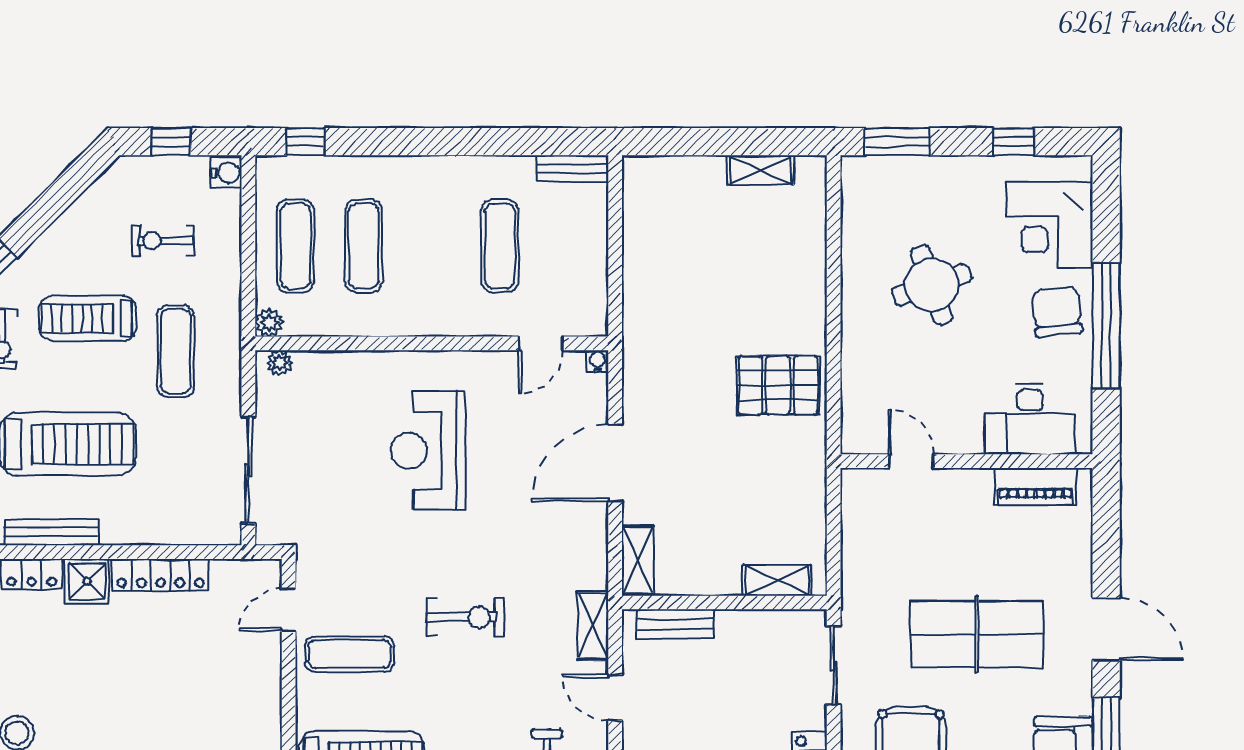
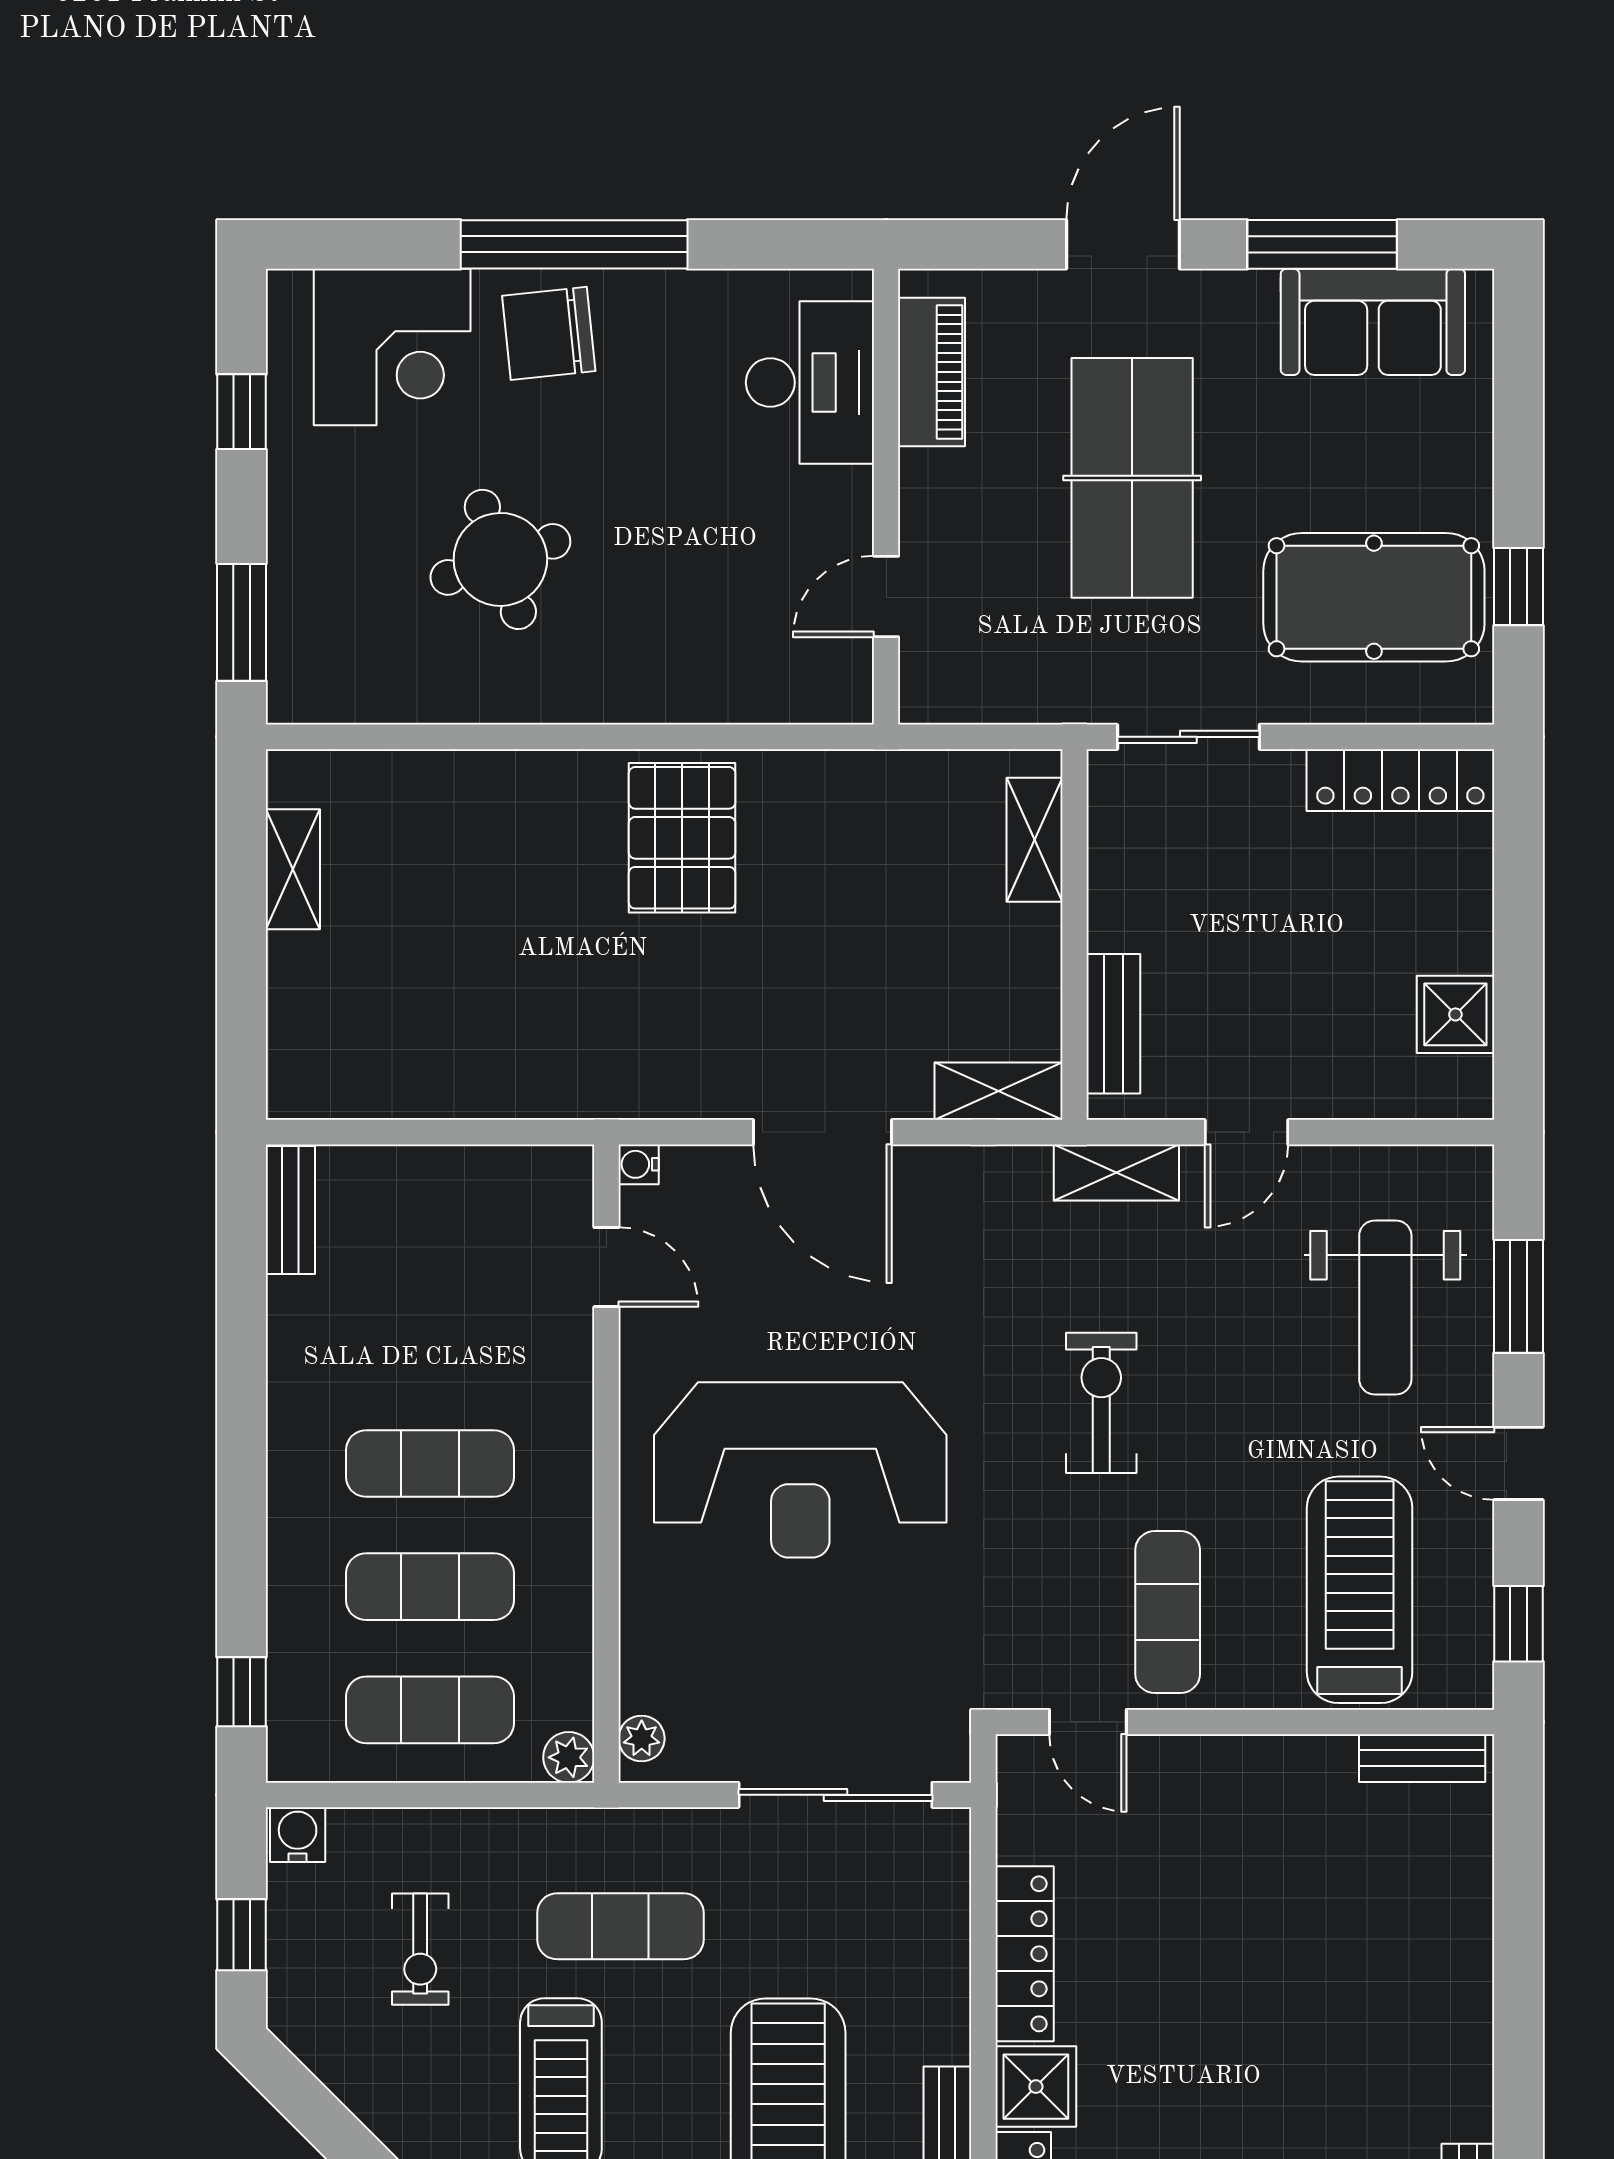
exercise mat: (500, 246) -> (430, 1464), moved
desk: (1030, 419) -> (810, 383), moved
reception desk: (428, 451) -> (800, 1470), width x1.36, depth x1.30
door: (911, 461) -> (886, 597), moved
wall: (967, 461) -> (886, 497), moved
piano: (1036, 486) -> (932, 372), moved

